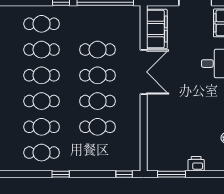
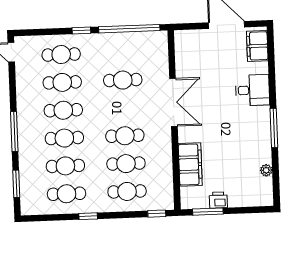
filing cabinet: (157, 29) -> (190, 164), moved
cafe table: (98, 75) -> (127, 191), moved
printer: (196, 164) -> (218, 200), moved

